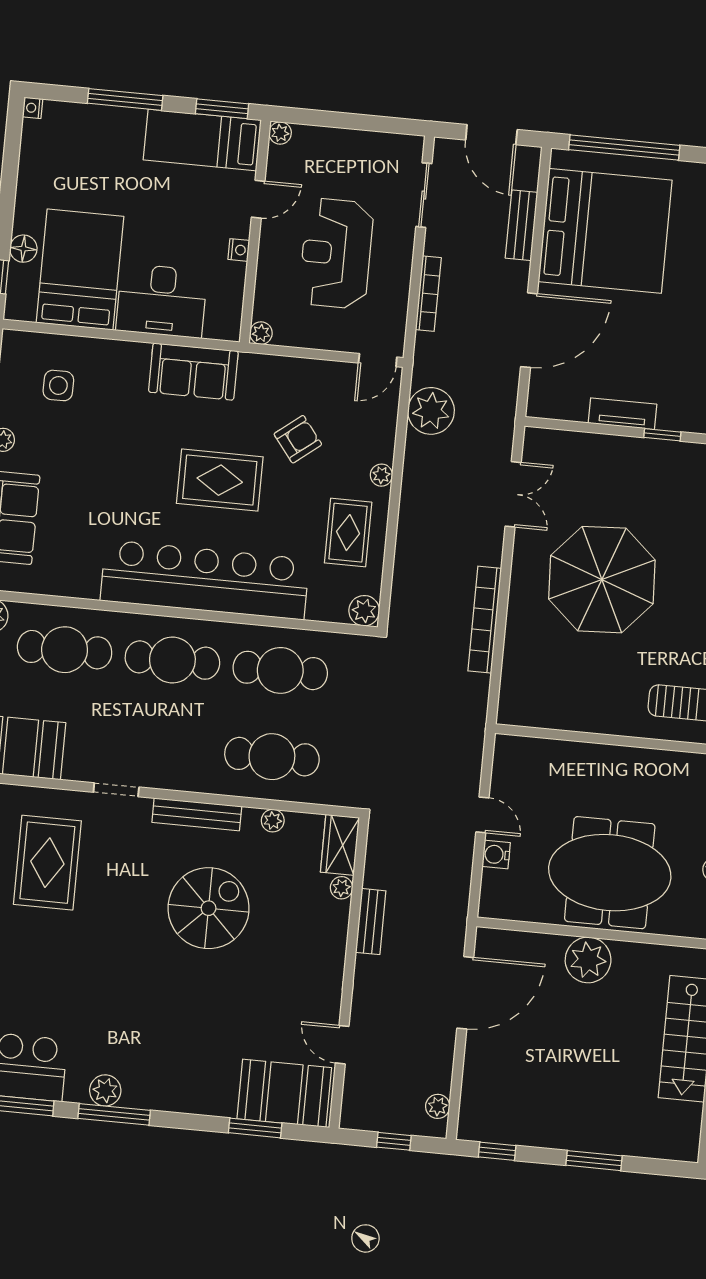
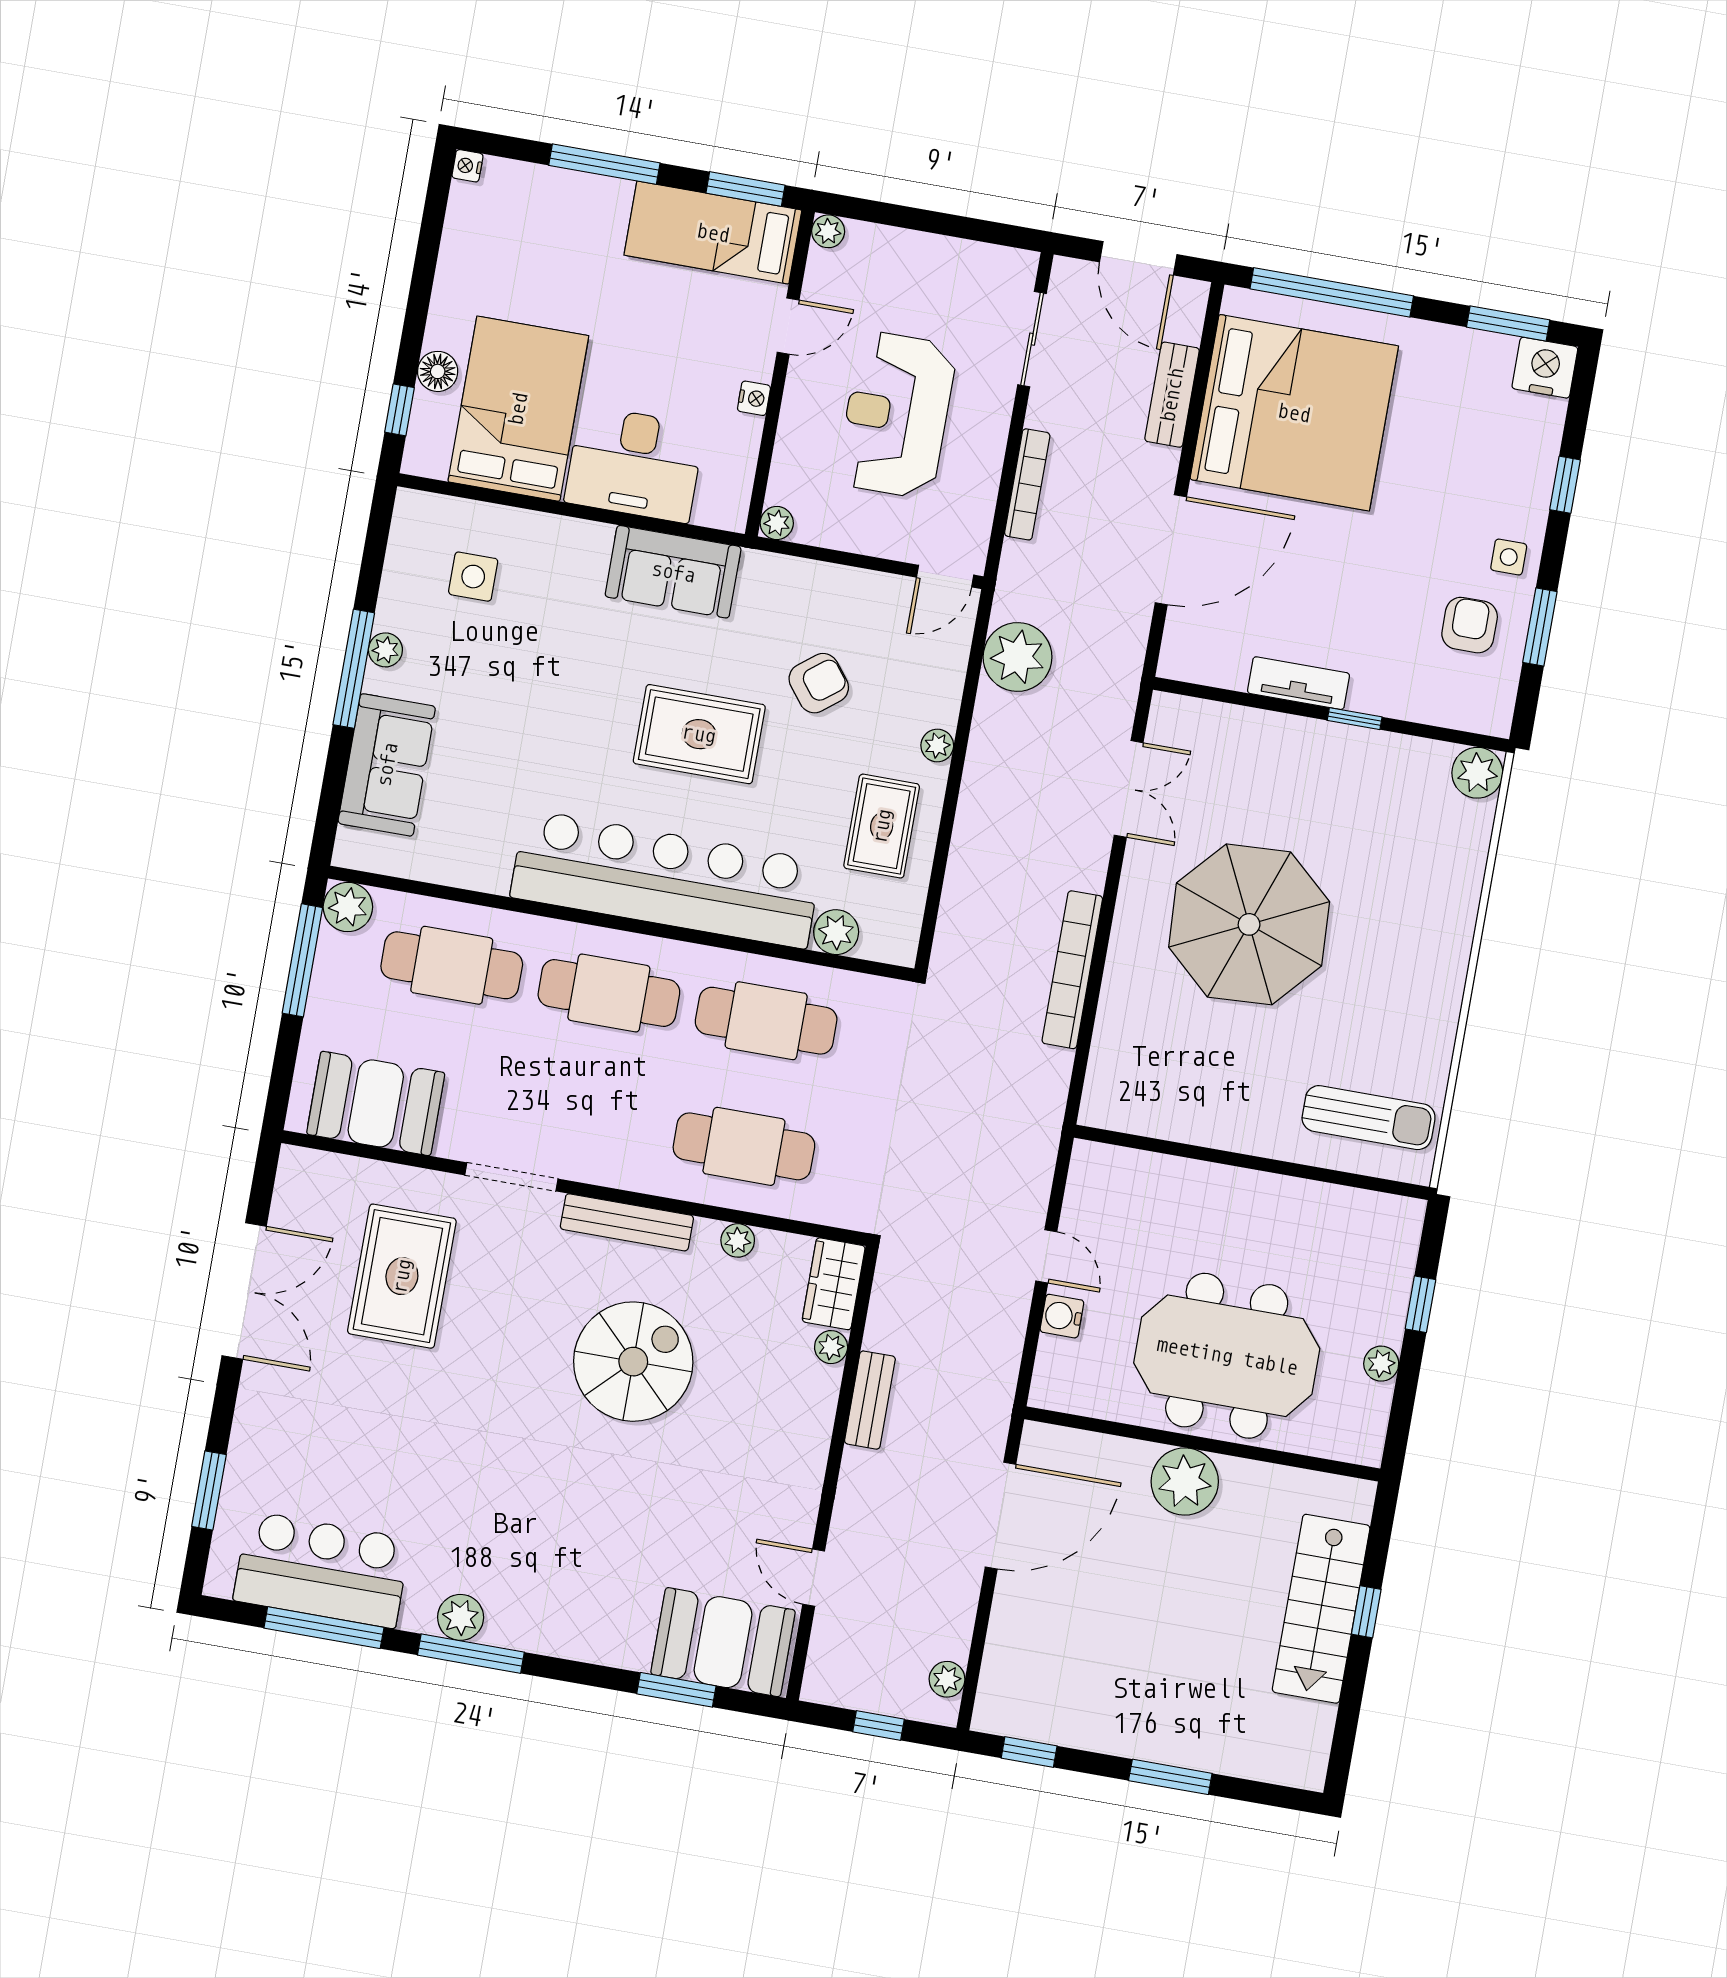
plant: (364, 611) -> (836, 932), moved
doorway: (116, 790) -> (511, 1177), width x1.38

